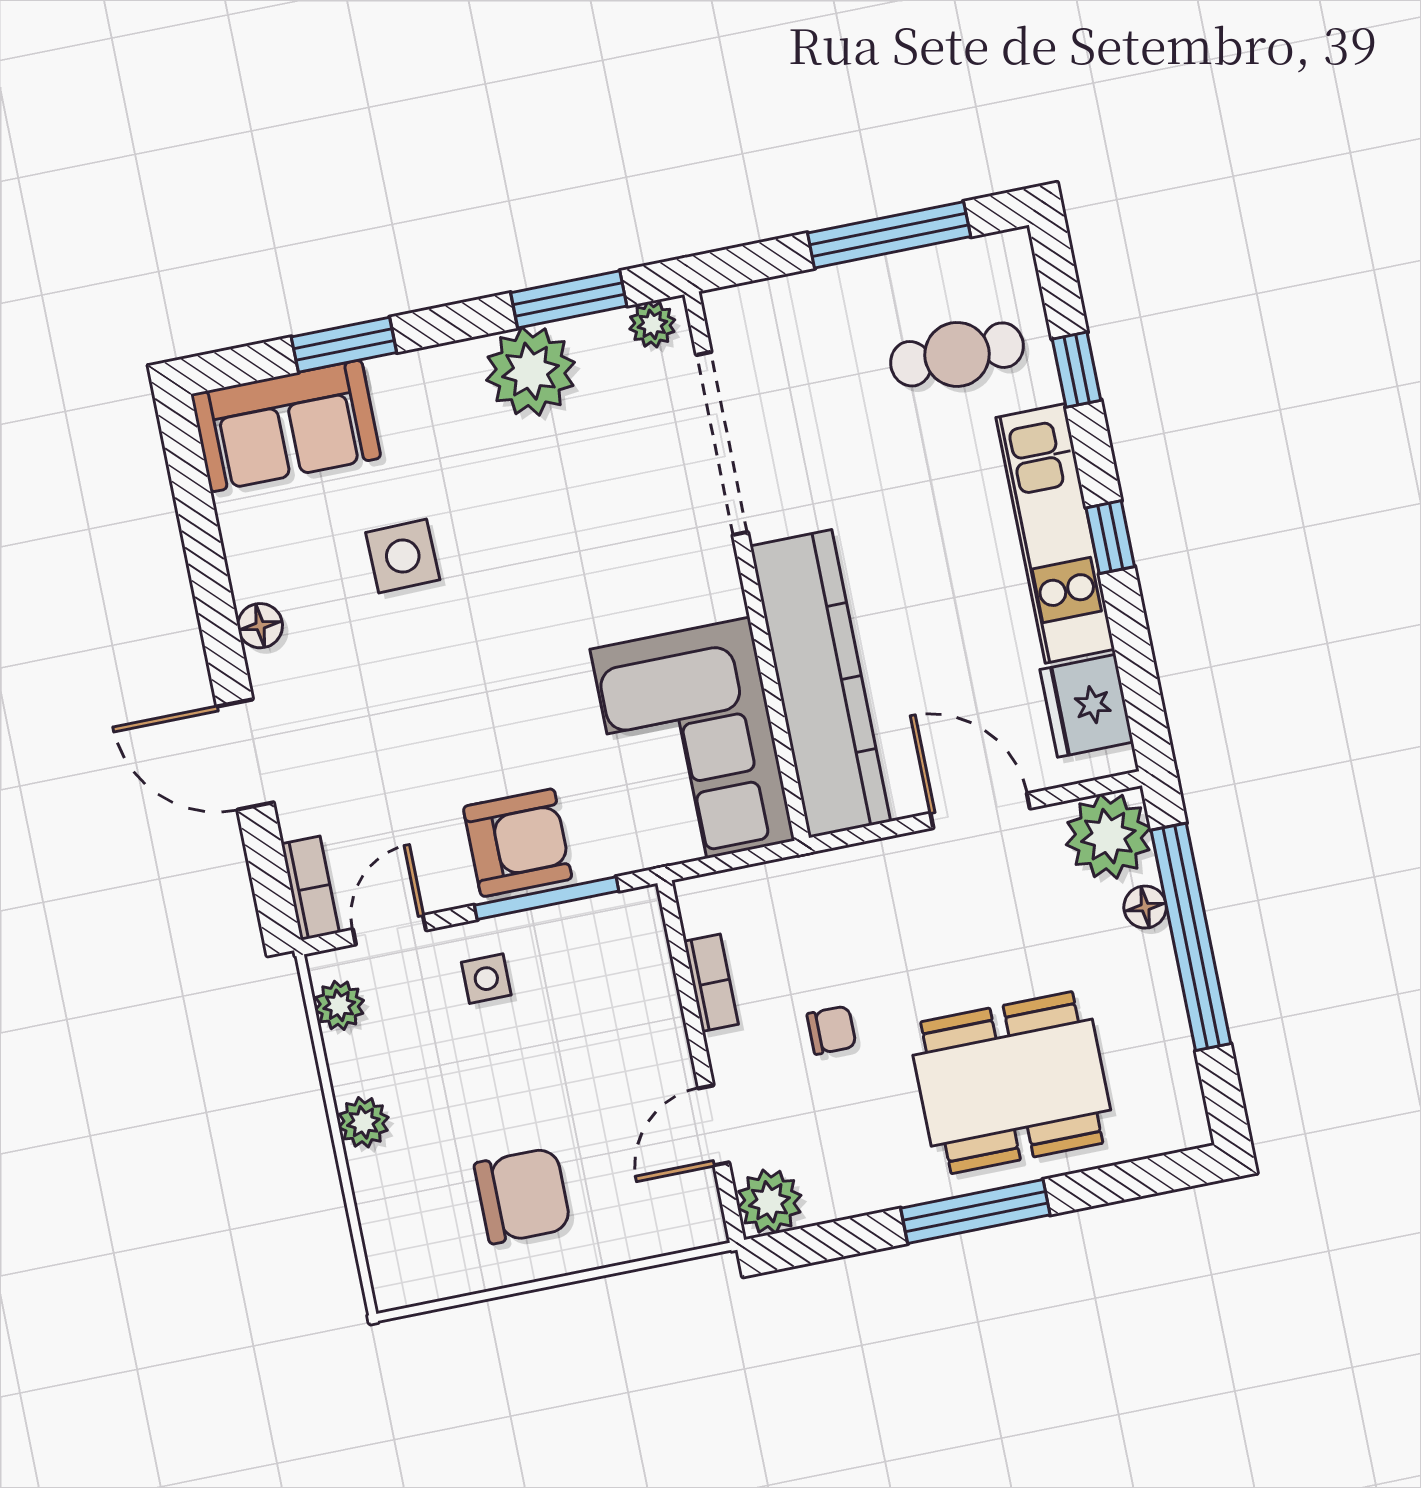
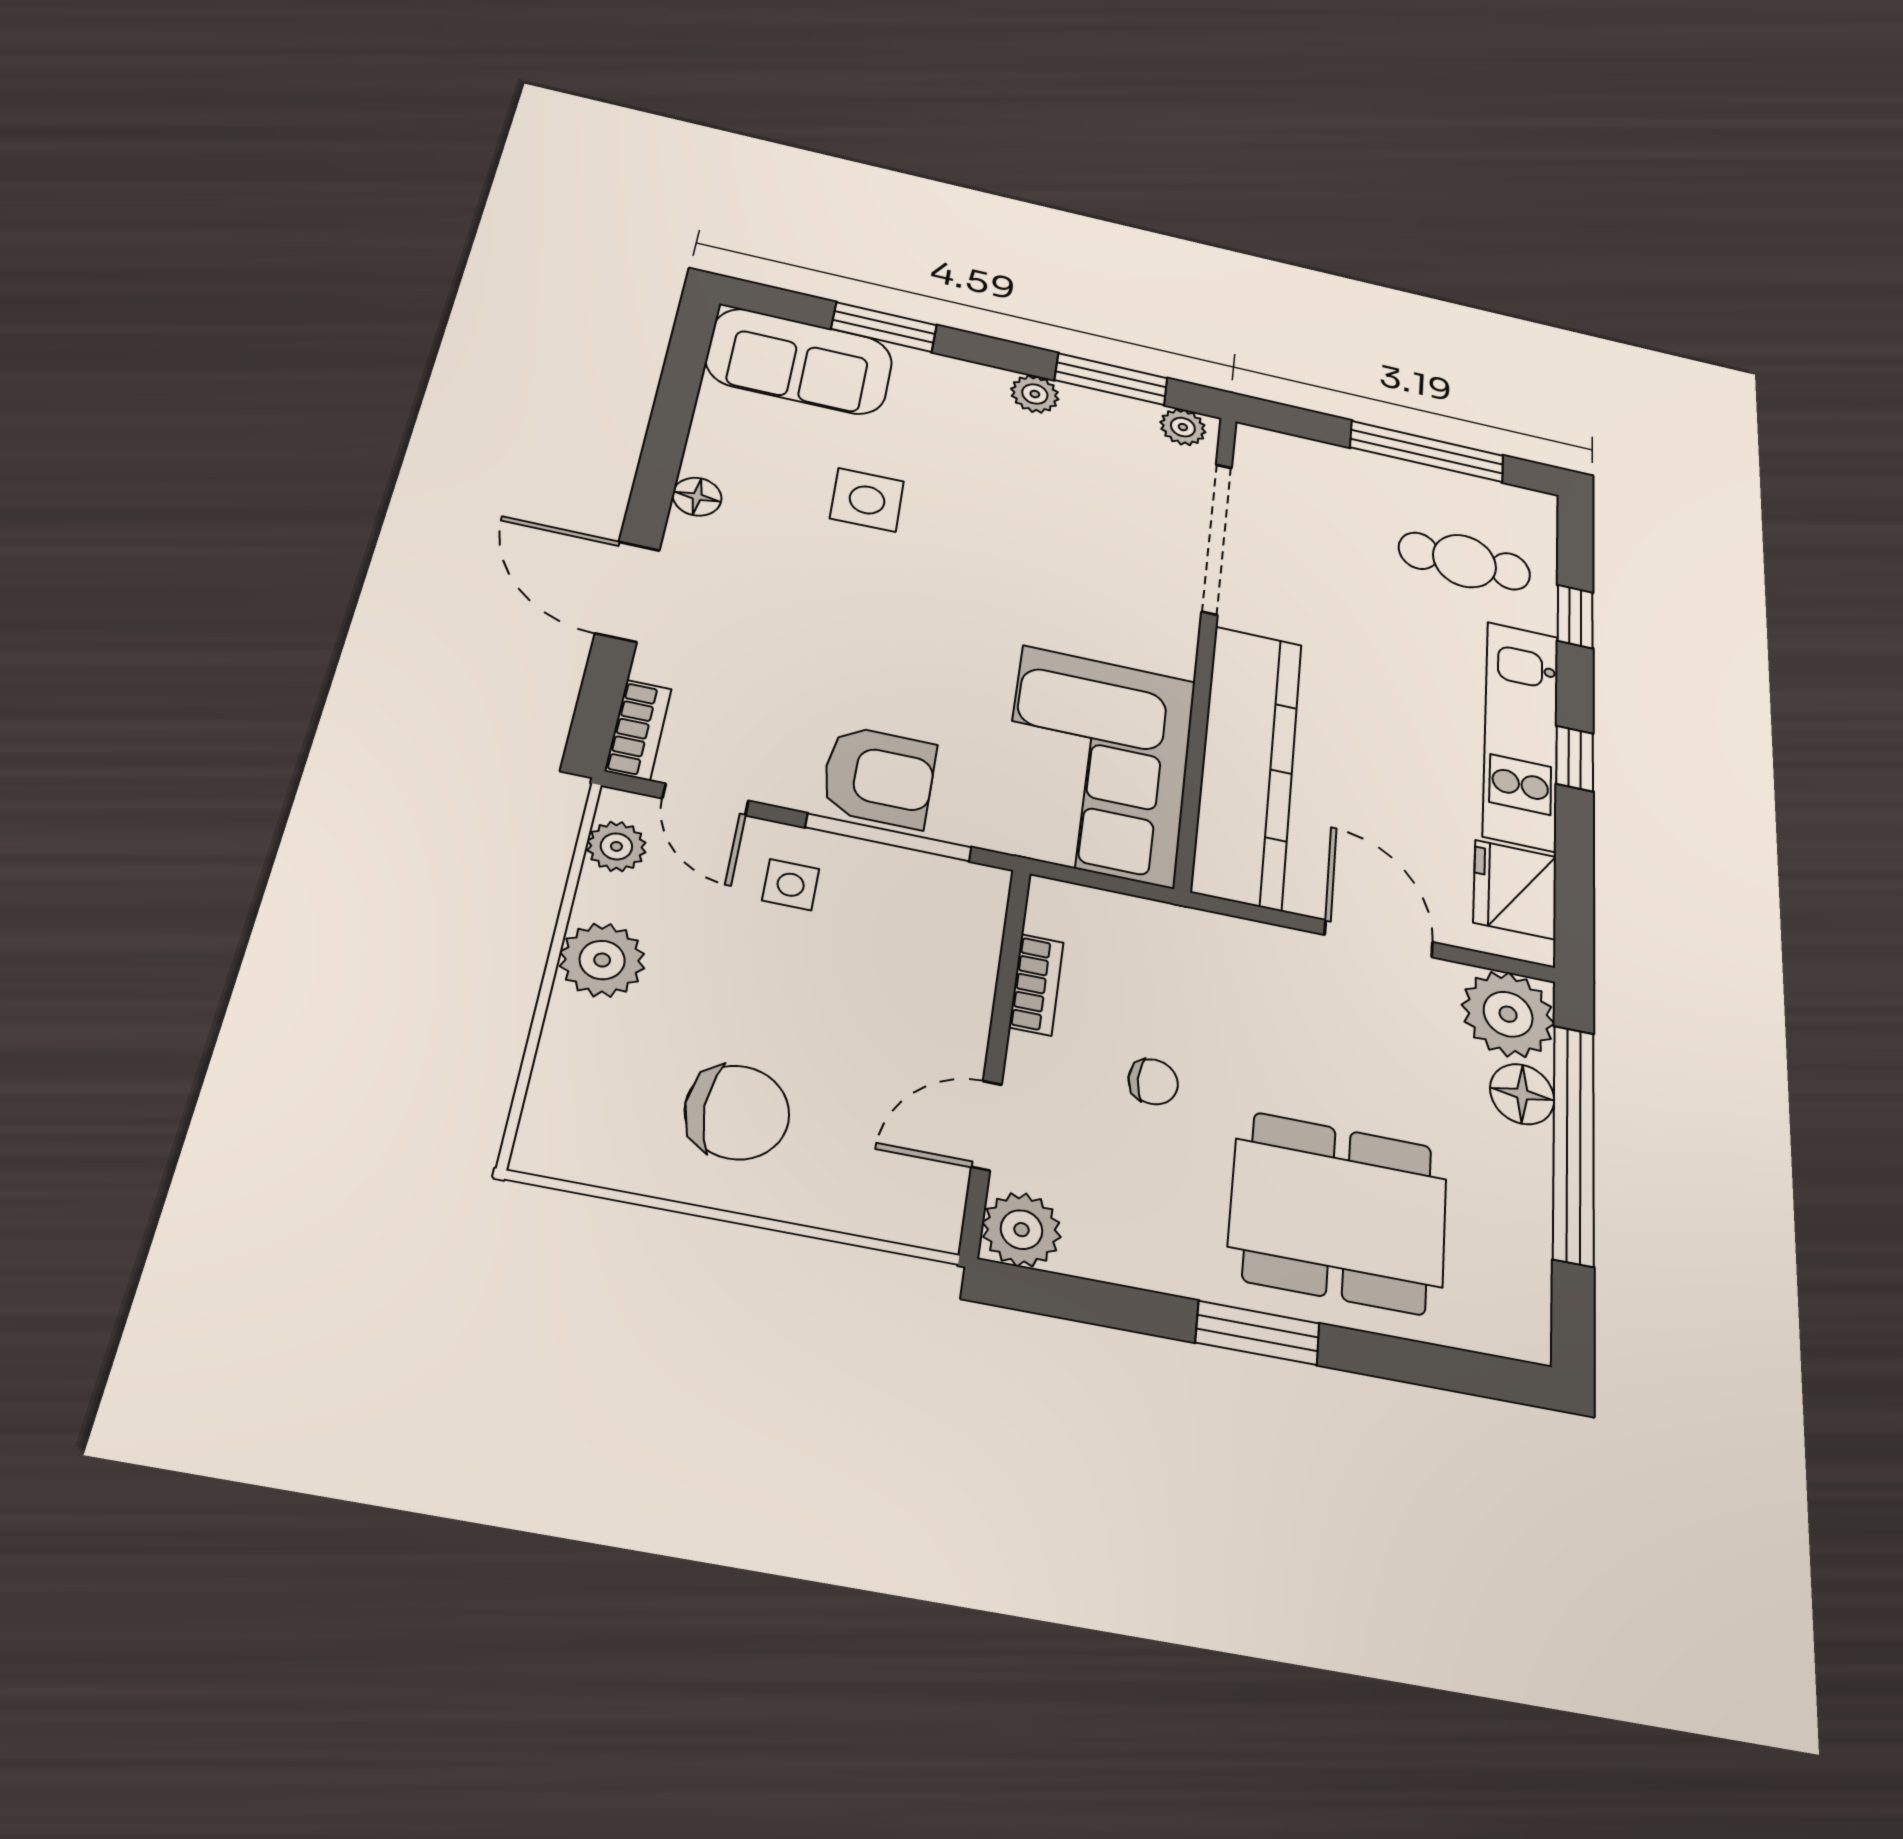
plant: (530, 371) -> (1035, 394), width x0.53, depth x0.53
floor lamp: (1145, 907) -> (1522, 1094), width x1.37, depth x1.37
door: (389, 930) -> (705, 800), swing flipped
plant: (363, 1122) -> (602, 960), width x1.38, depth x1.38
window: (975, 1211) -> (1258, 1333), width x0.69

